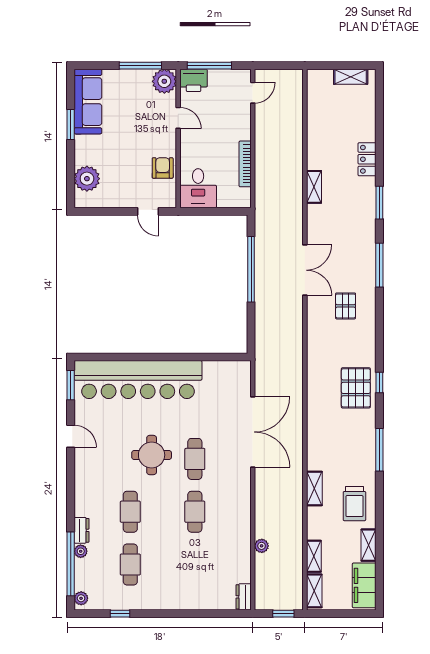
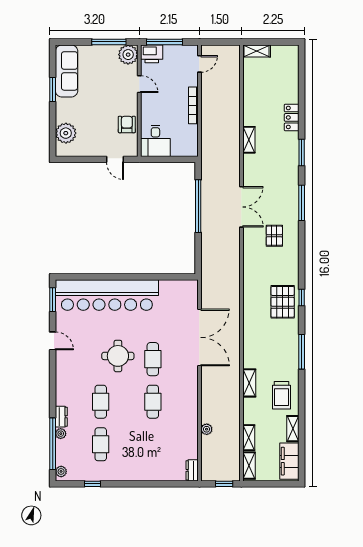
shelving: (351, 77) -> (257, 51), moved
bookcase: (245, 164) -> (193, 105), moved

